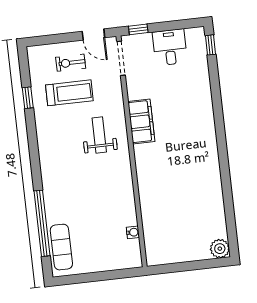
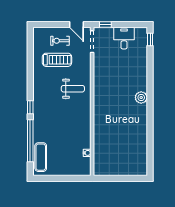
window: (28, 98) -> (30, 107), moved
filing cabinet: (141, 122) -> (101, 83), removed
weight bench: (99, 135) -> (73, 89), turned 90
plant: (220, 249) -> (141, 98), moved

